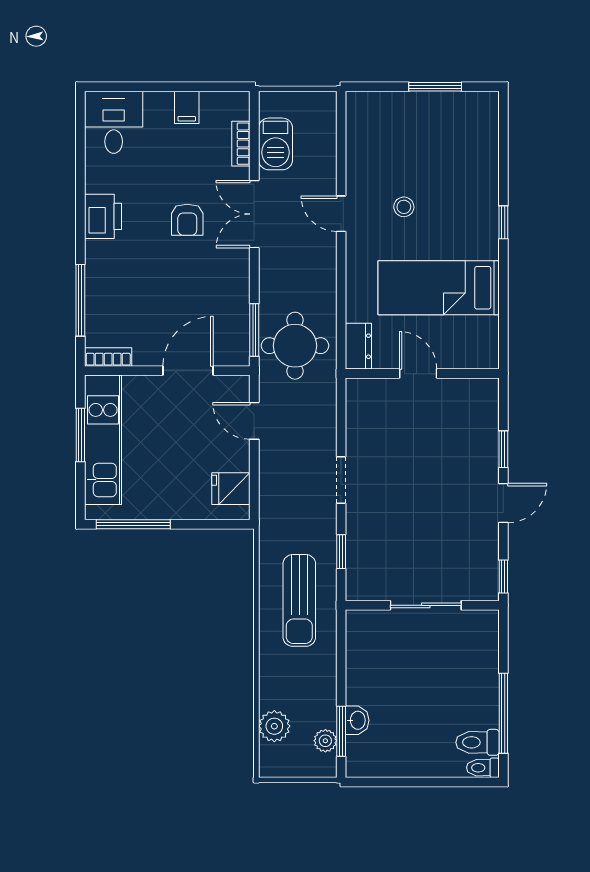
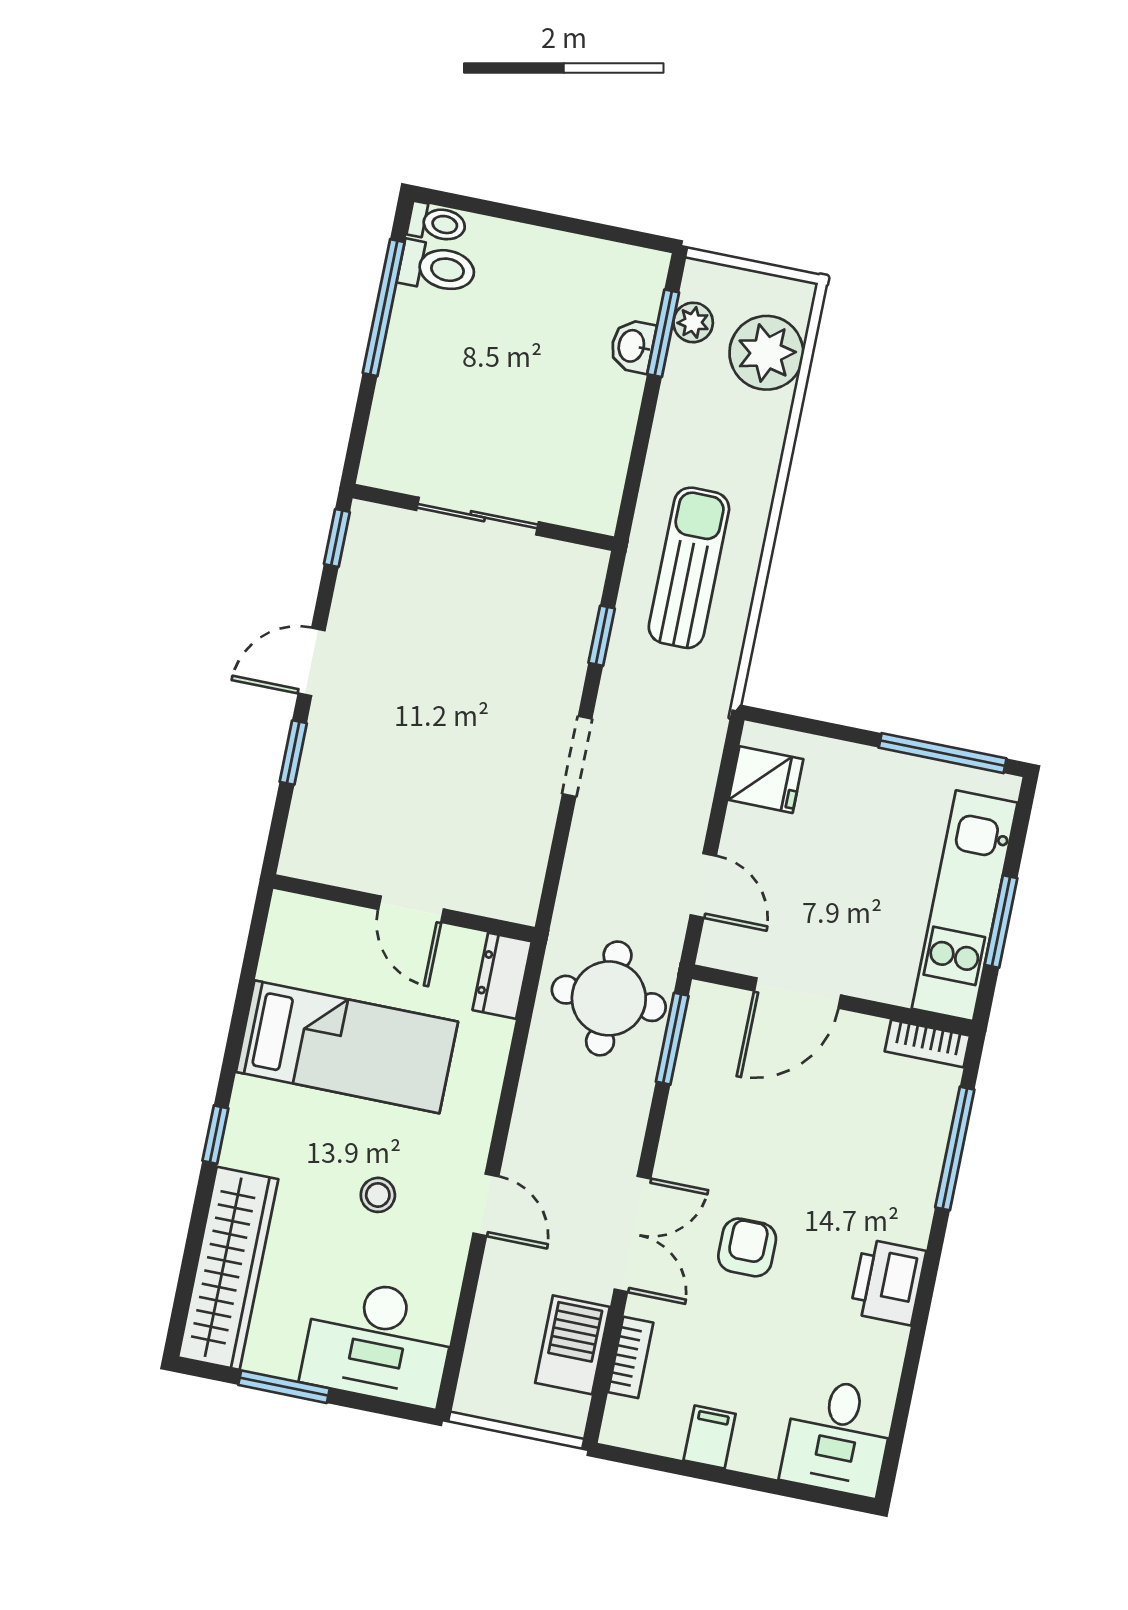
desk: (386, 123) -> (378, 1342), added
wardrobe: (481, 148) -> (228, 1268), added
plant: (274, 726) -> (766, 353), width x1.36, depth x1.36

